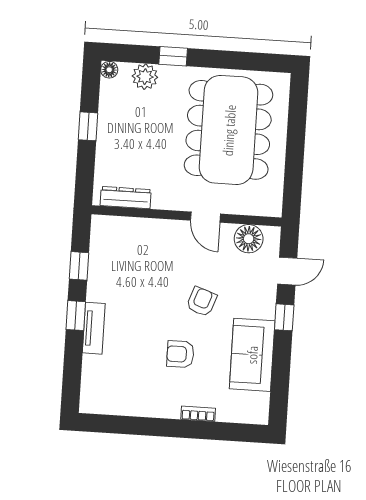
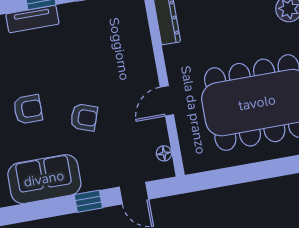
floor lamp: (249, 239) -> (164, 153), width x0.53, depth x0.53
armchair: (180, 354) -> (28, 109), turned 90

